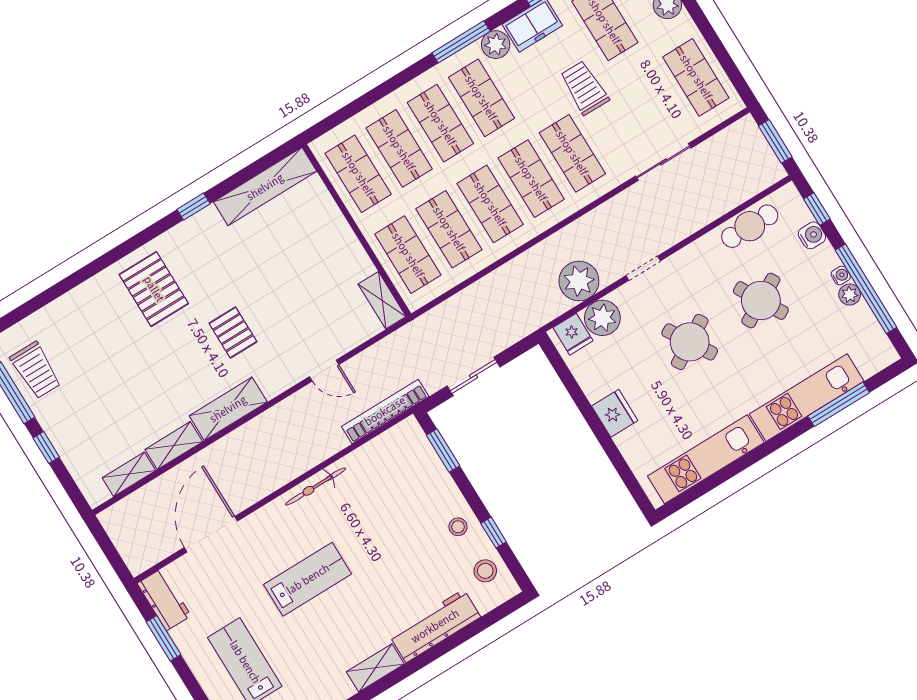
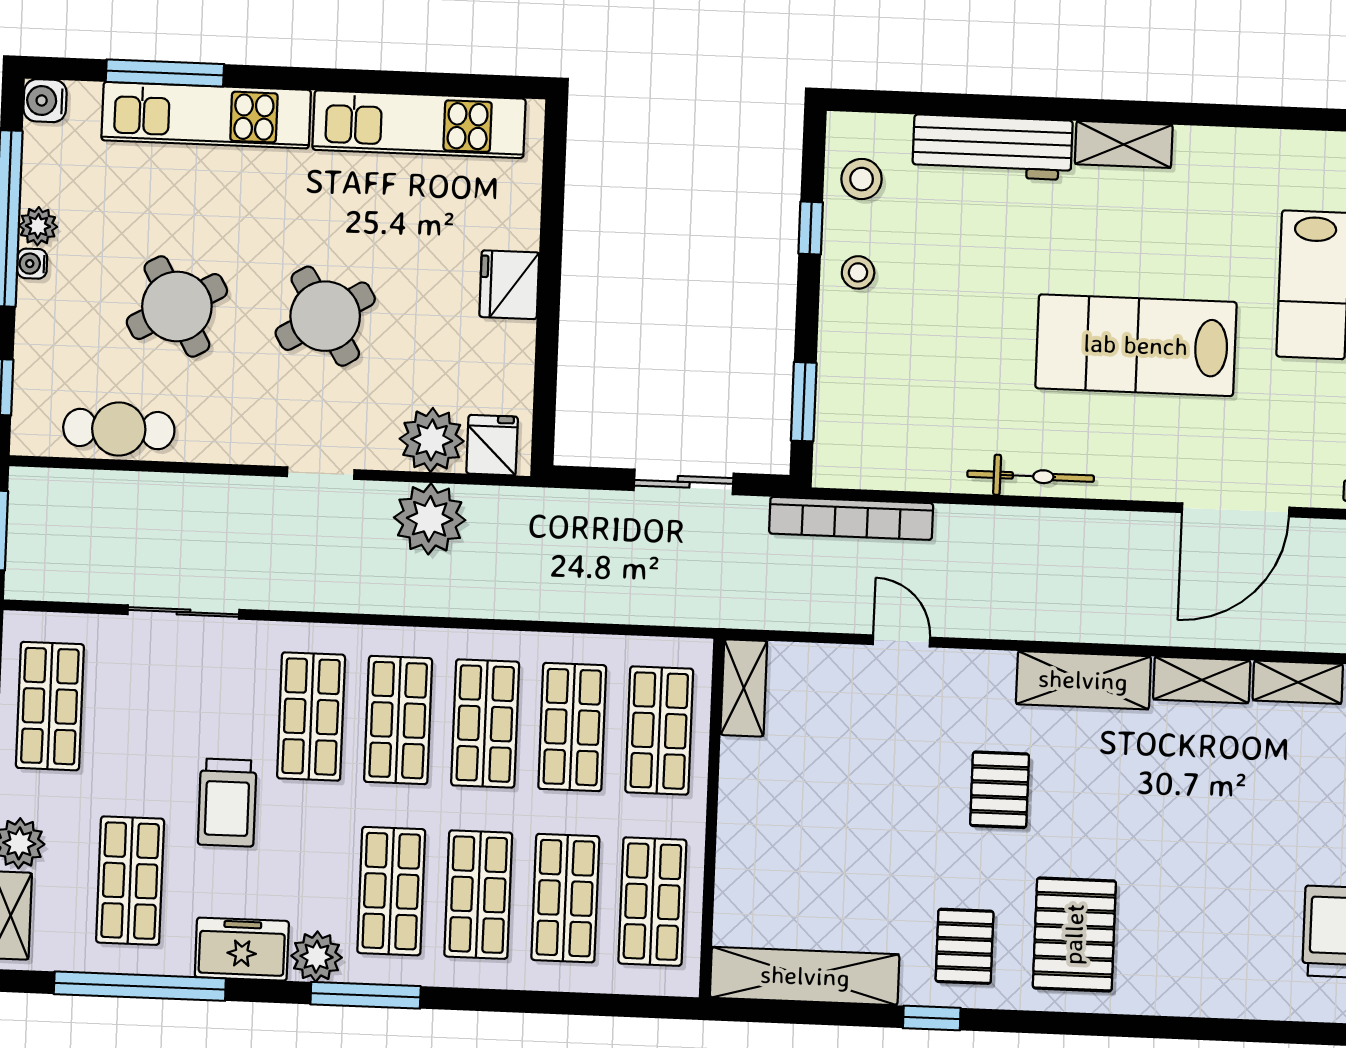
water cooler: (812, 235) -> (45, 101), moved
pallet: (201, 250) -> (965, 946), added
lab bench: (308, 579) -> (1136, 345), width x1.36, depth x1.39

